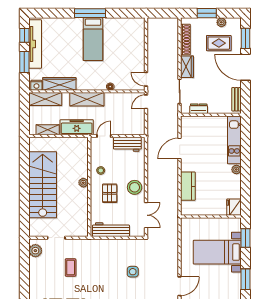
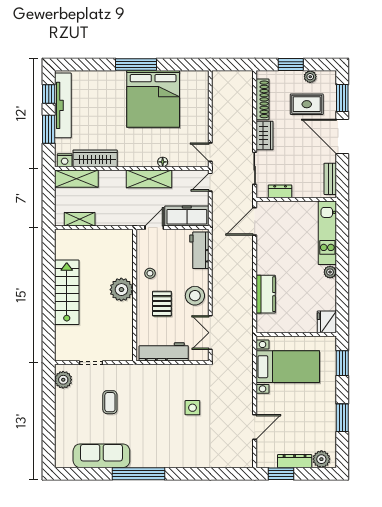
bed: (93, 39) -> (153, 99), width x2.04
shelving: (87, 99) -> (149, 179), moved
freezer: (77, 127) -> (187, 216), moved
workbench: (127, 144) -> (199, 250), moved, turned 90
door: (180, 149) -> (255, 221), moved
plant: (83, 183) -> (121, 290), width x1.87, depth x1.87
stairs: (43, 185) -> (67, 292), width x0.73, depth x0.66
double door: (146, 215) -> (210, 333), swing flipped
bed with nightstands: (217, 252) -> (288, 367), moved, turned 180

